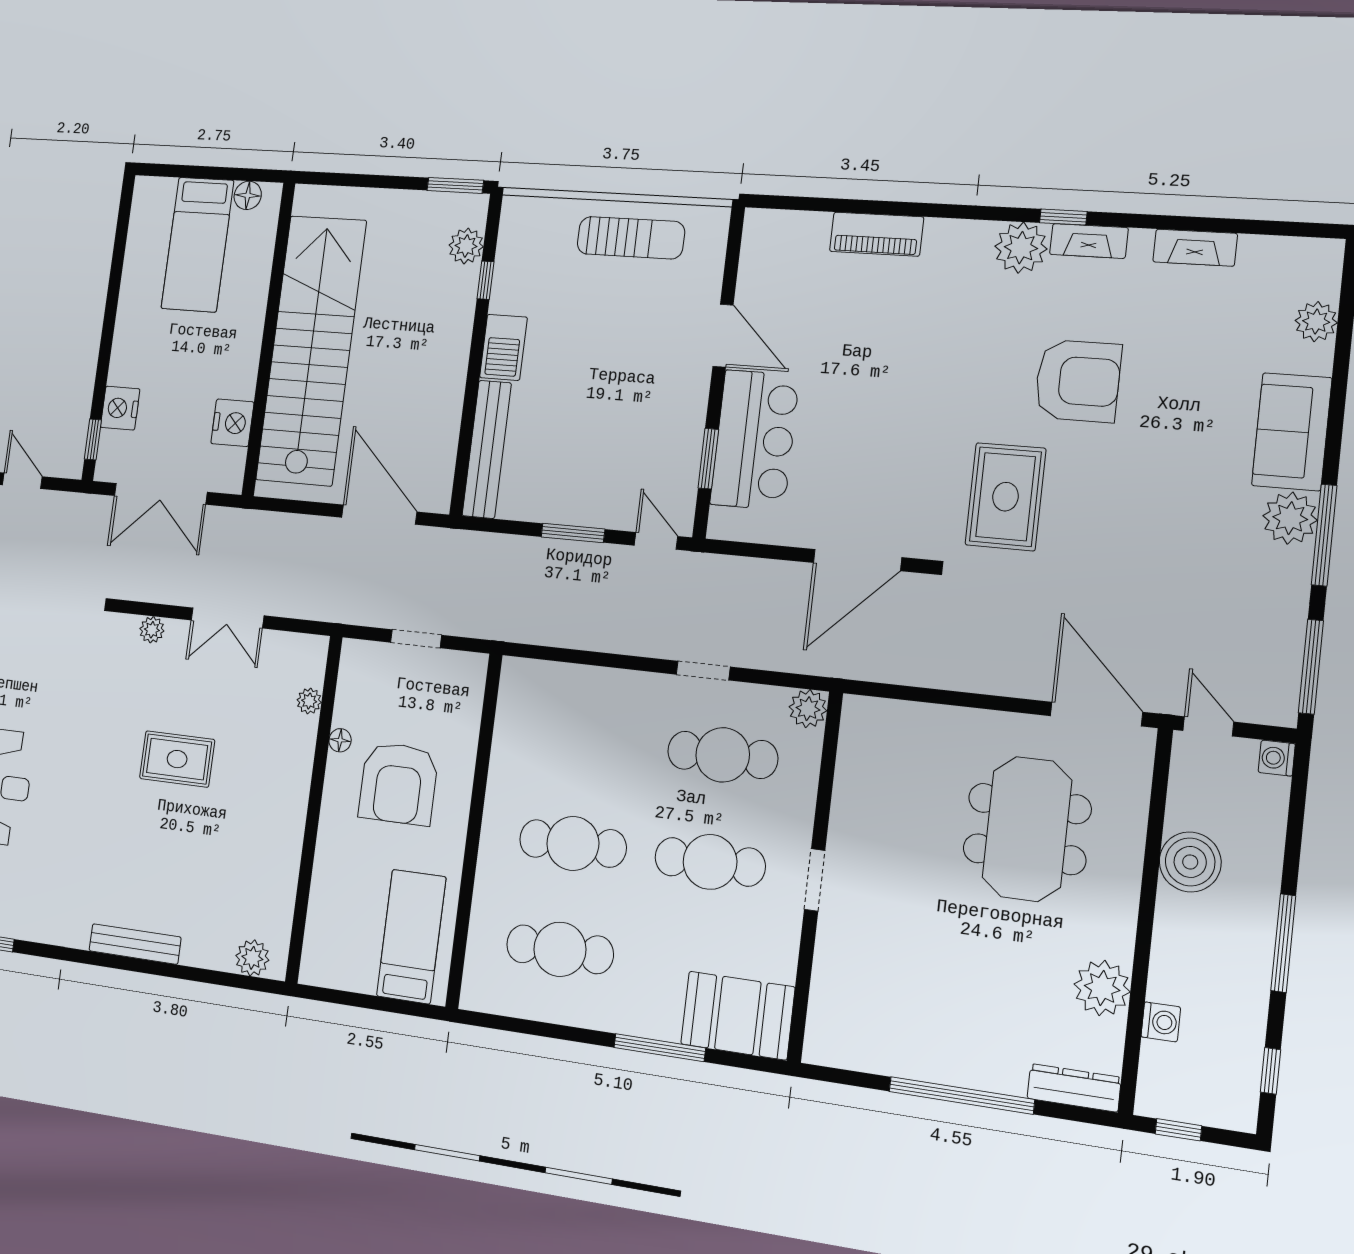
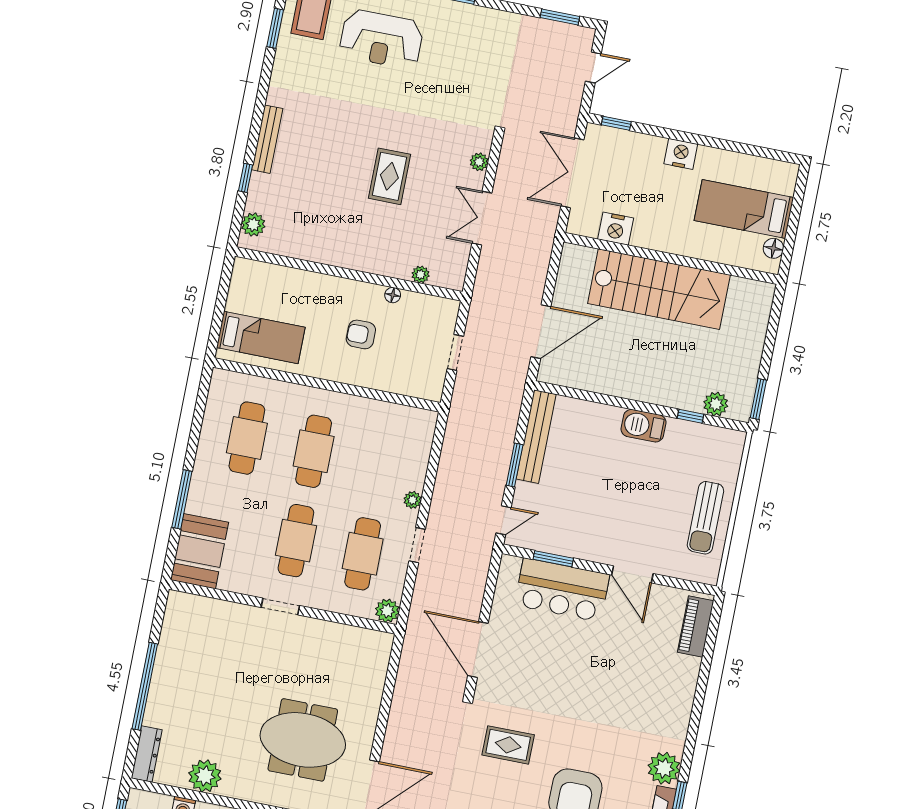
piano: (877, 234) -> (696, 627), moved
door: (723, 336) -> (632, 574), hinge flipped
stairs: (311, 350) -> (659, 289), width x0.73
nightstand: (120, 408) -> (681, 154), moved
bench: (487, 449) -> (536, 437), moved, turned 90
rug: (1006, 497) -> (508, 745), width x0.73, depth x0.70
plant: (635, 684) -> (413, 500), added
armchair: (398, 784) -> (361, 334), width x0.53, depth x0.53
window: (189, 973) -> (246, 178), added

